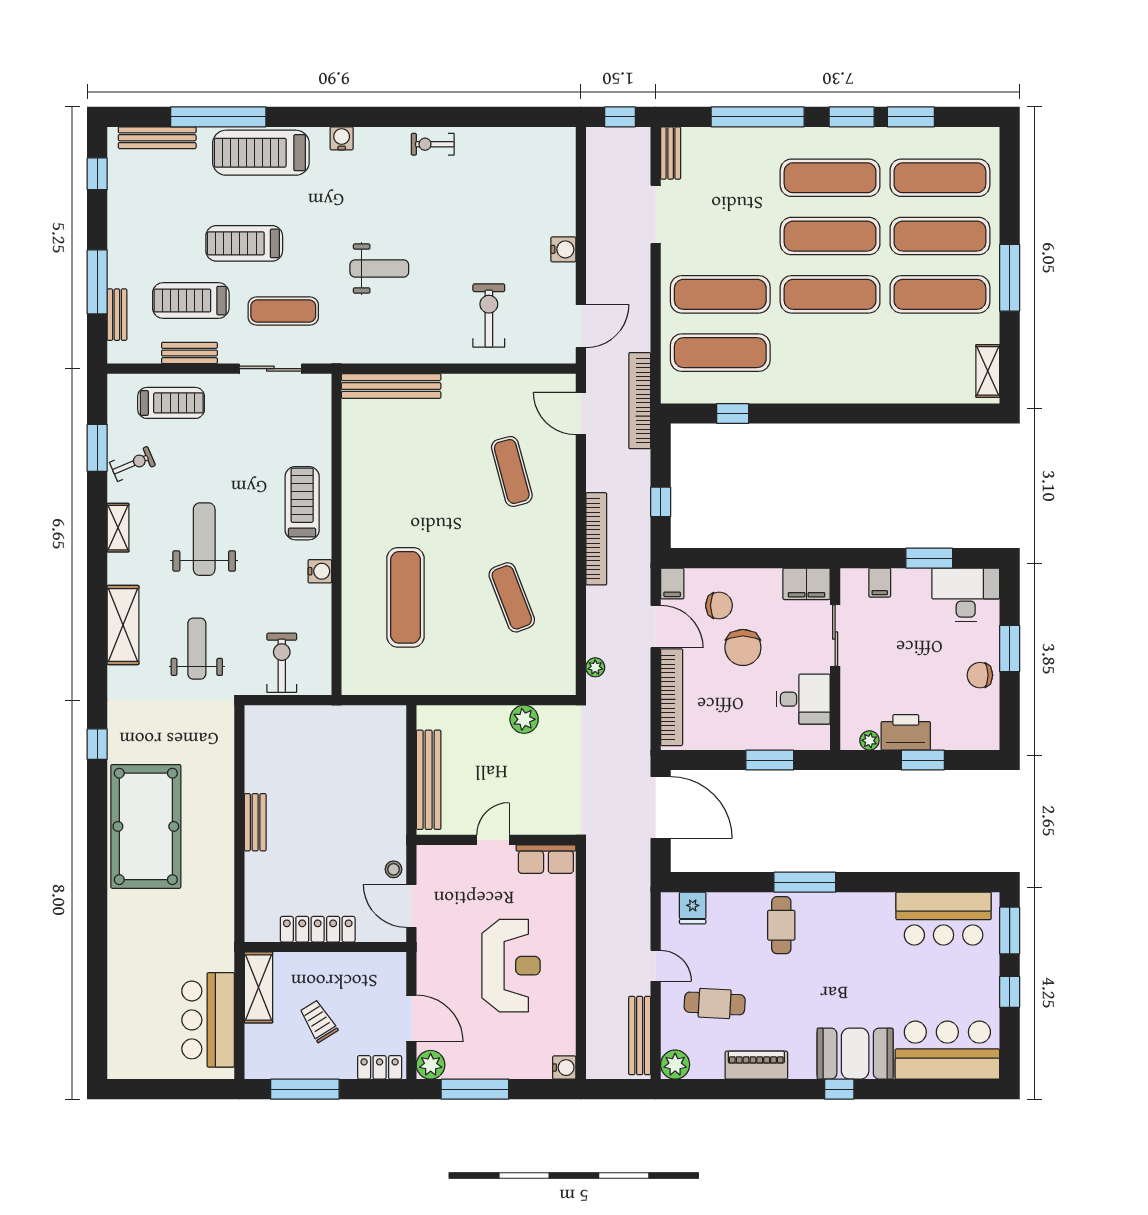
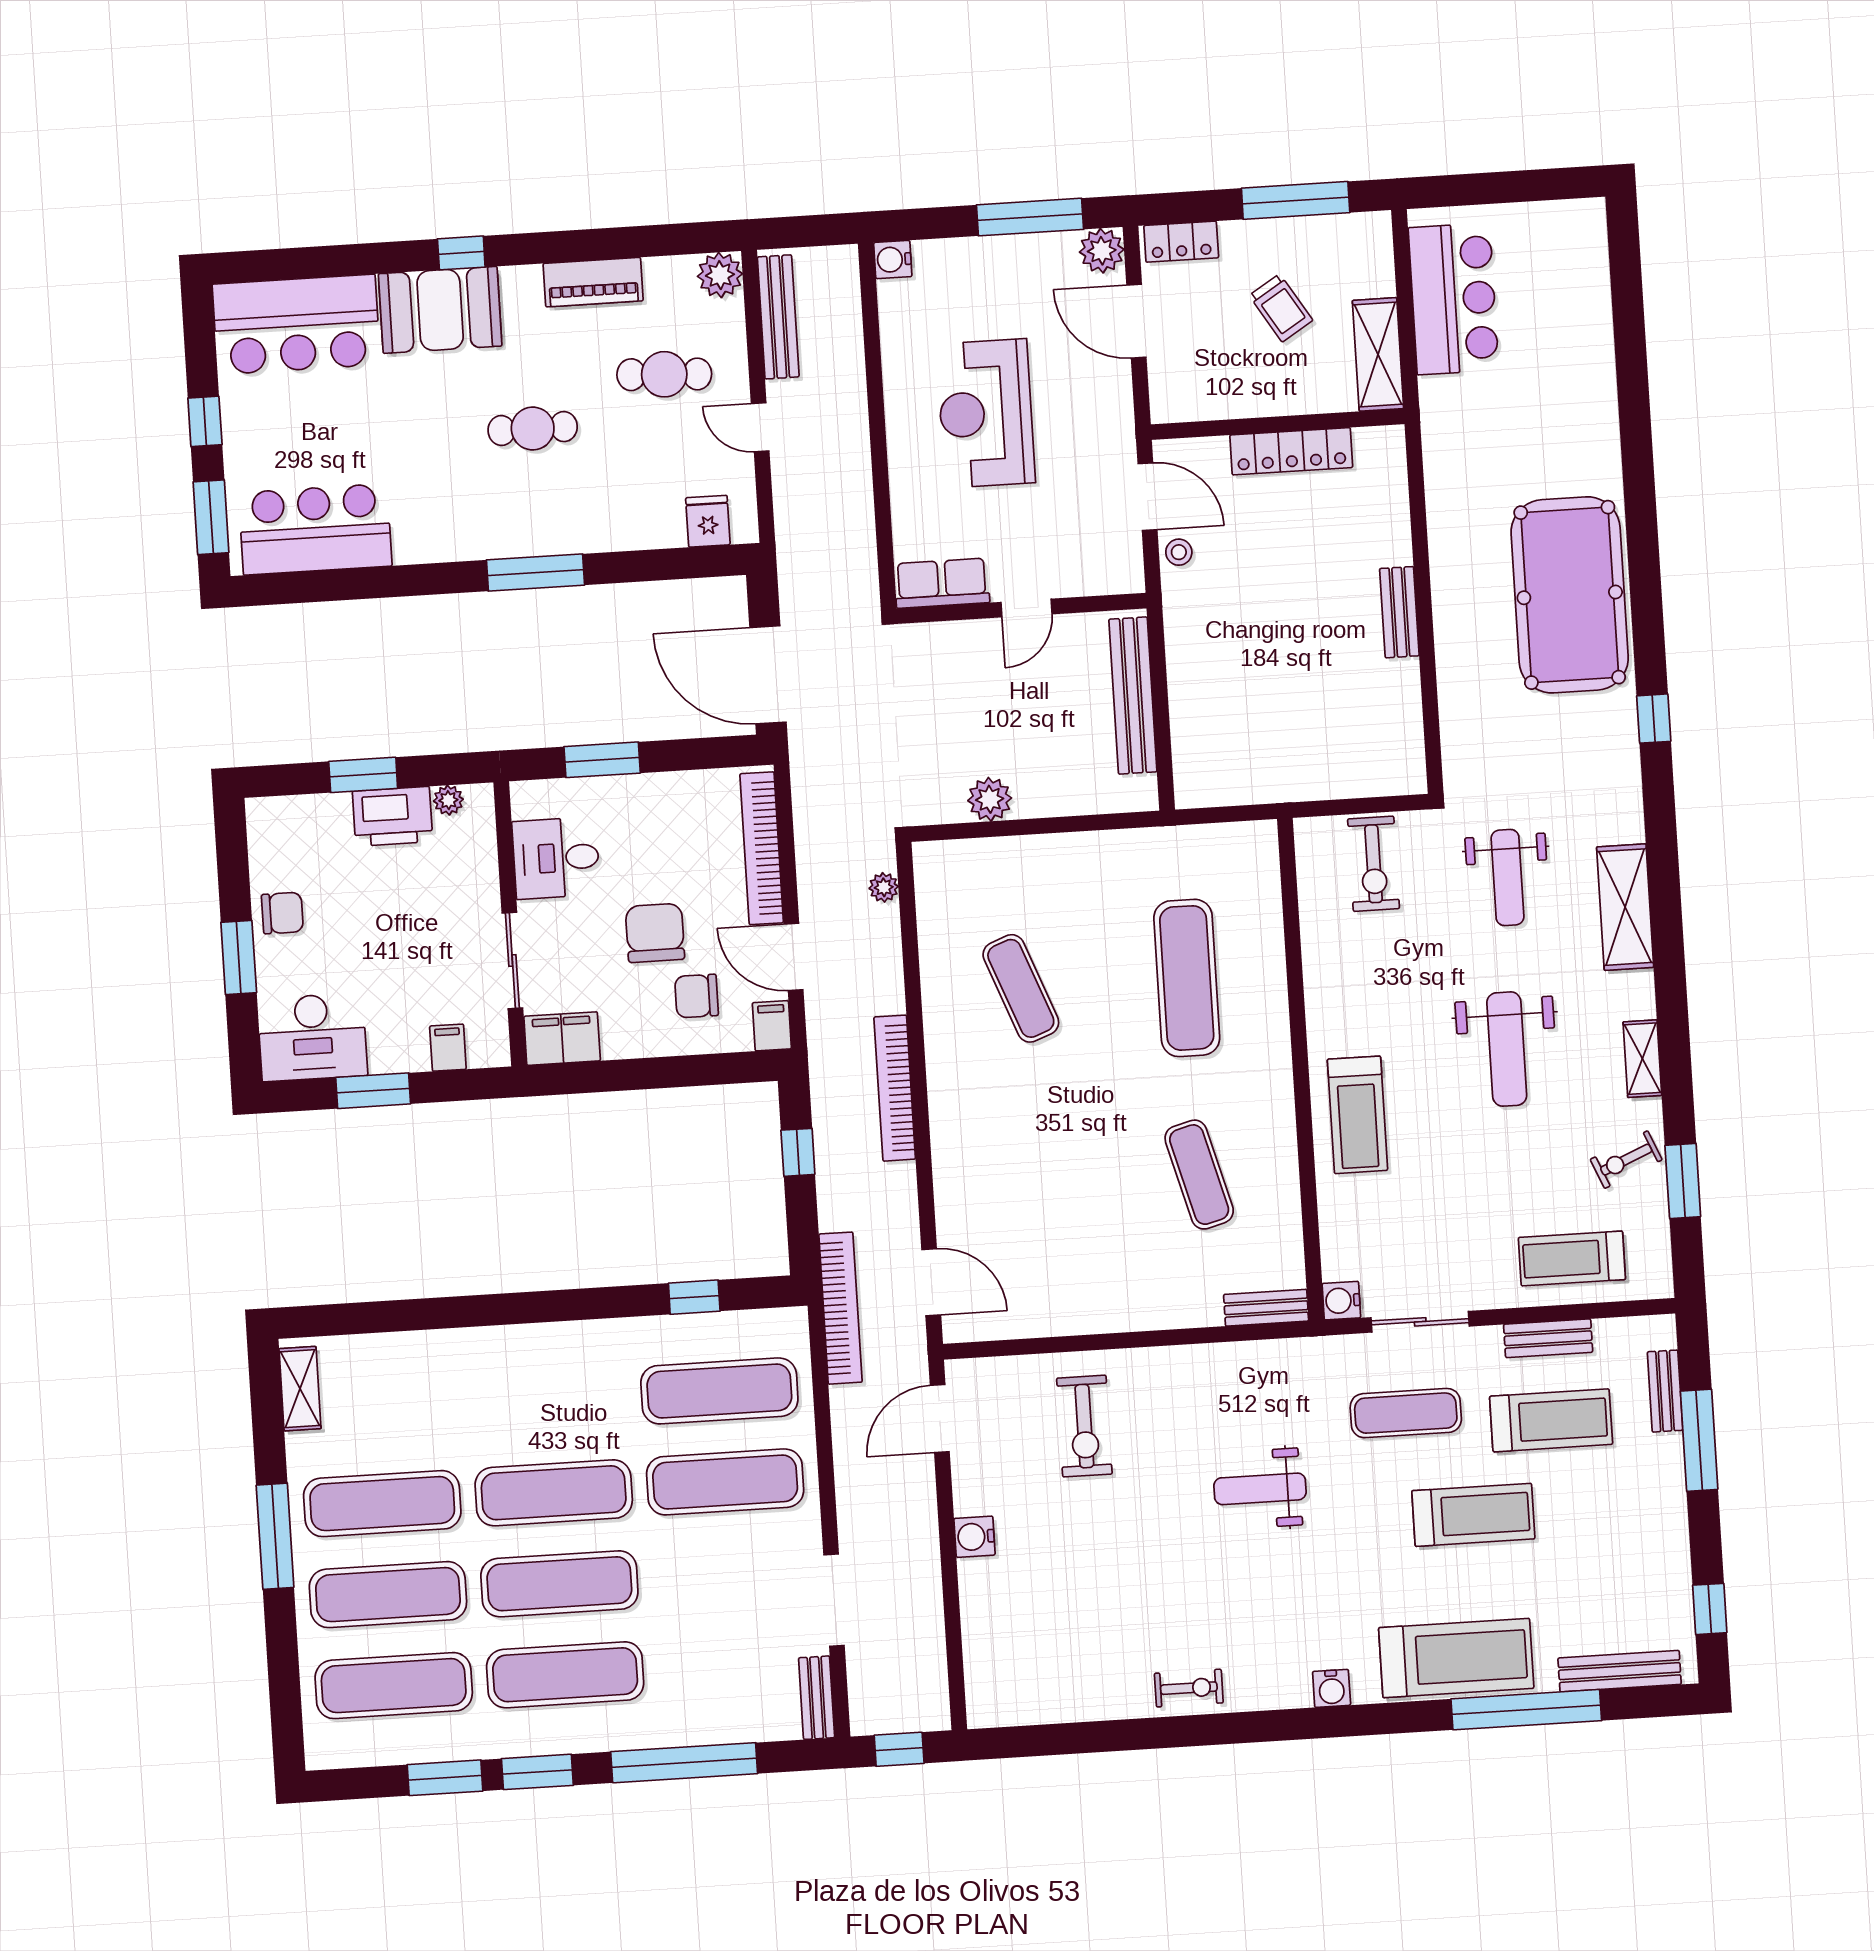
bench: (391, 386) -> (1266, 1308), width x0.54, depth x0.82
exercise mat: (512, 471) -> (1199, 1175), moved
water cooler: (320, 571) -> (1341, 1301), moved
cafe table: (781, 925) -> (533, 429), moved, turned 90

